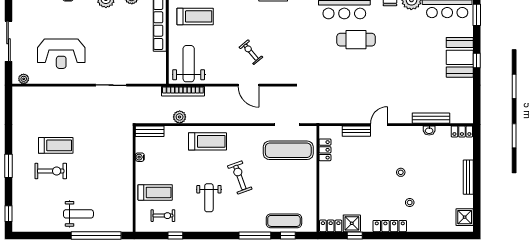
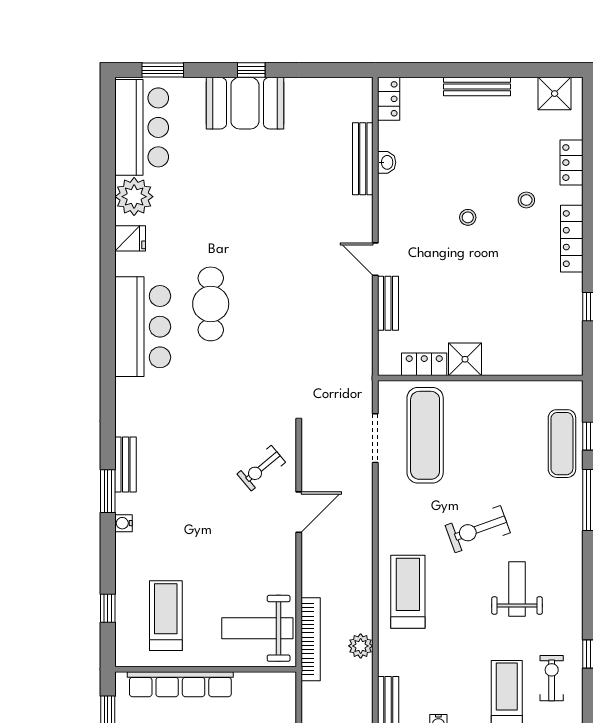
exercise bike: (251, 52) -> (261, 468), moved
weight bench: (209, 198) -> (517, 589), turned -90
shower: (352, 223) -> (465, 359), moved
locker: (331, 226) -> (572, 163), moved

